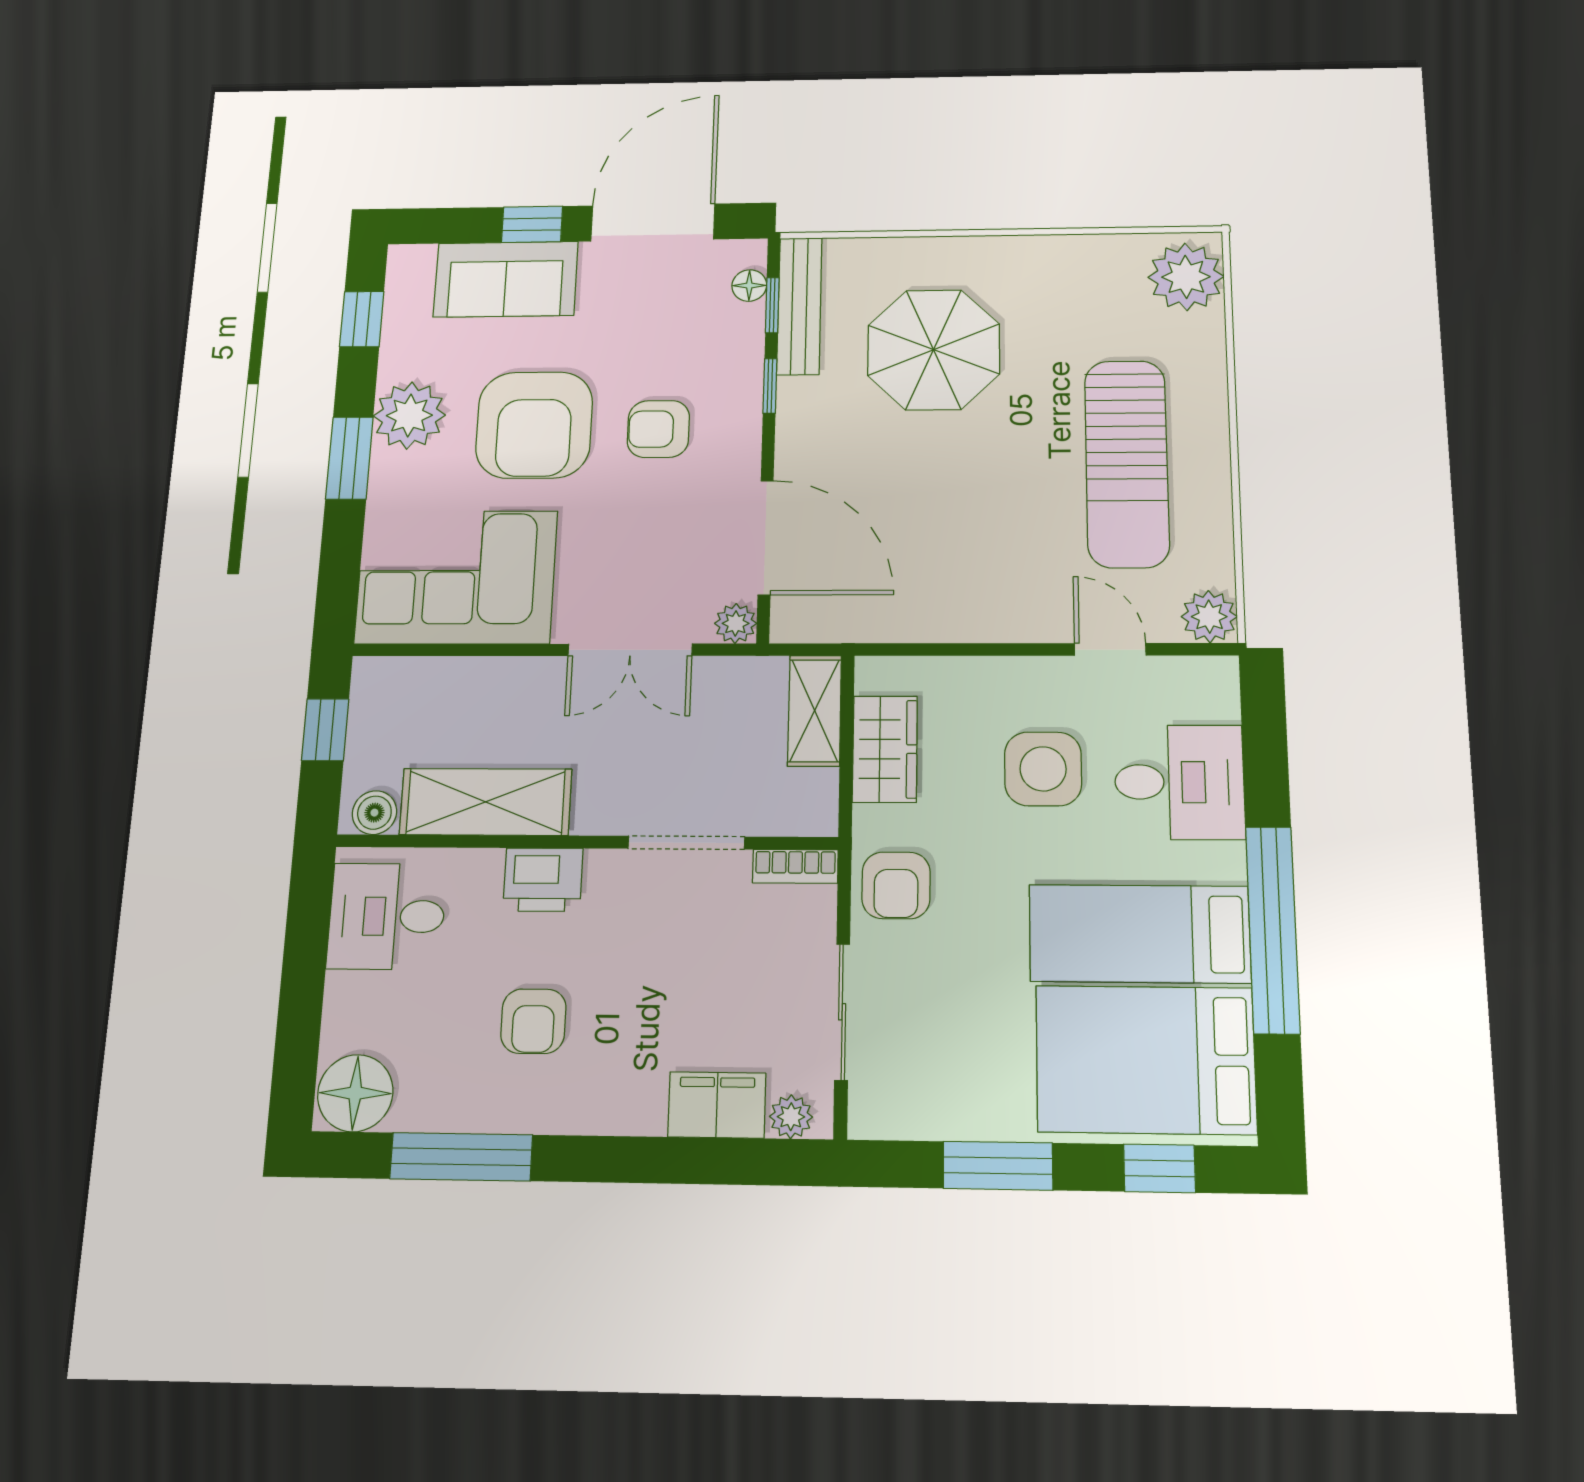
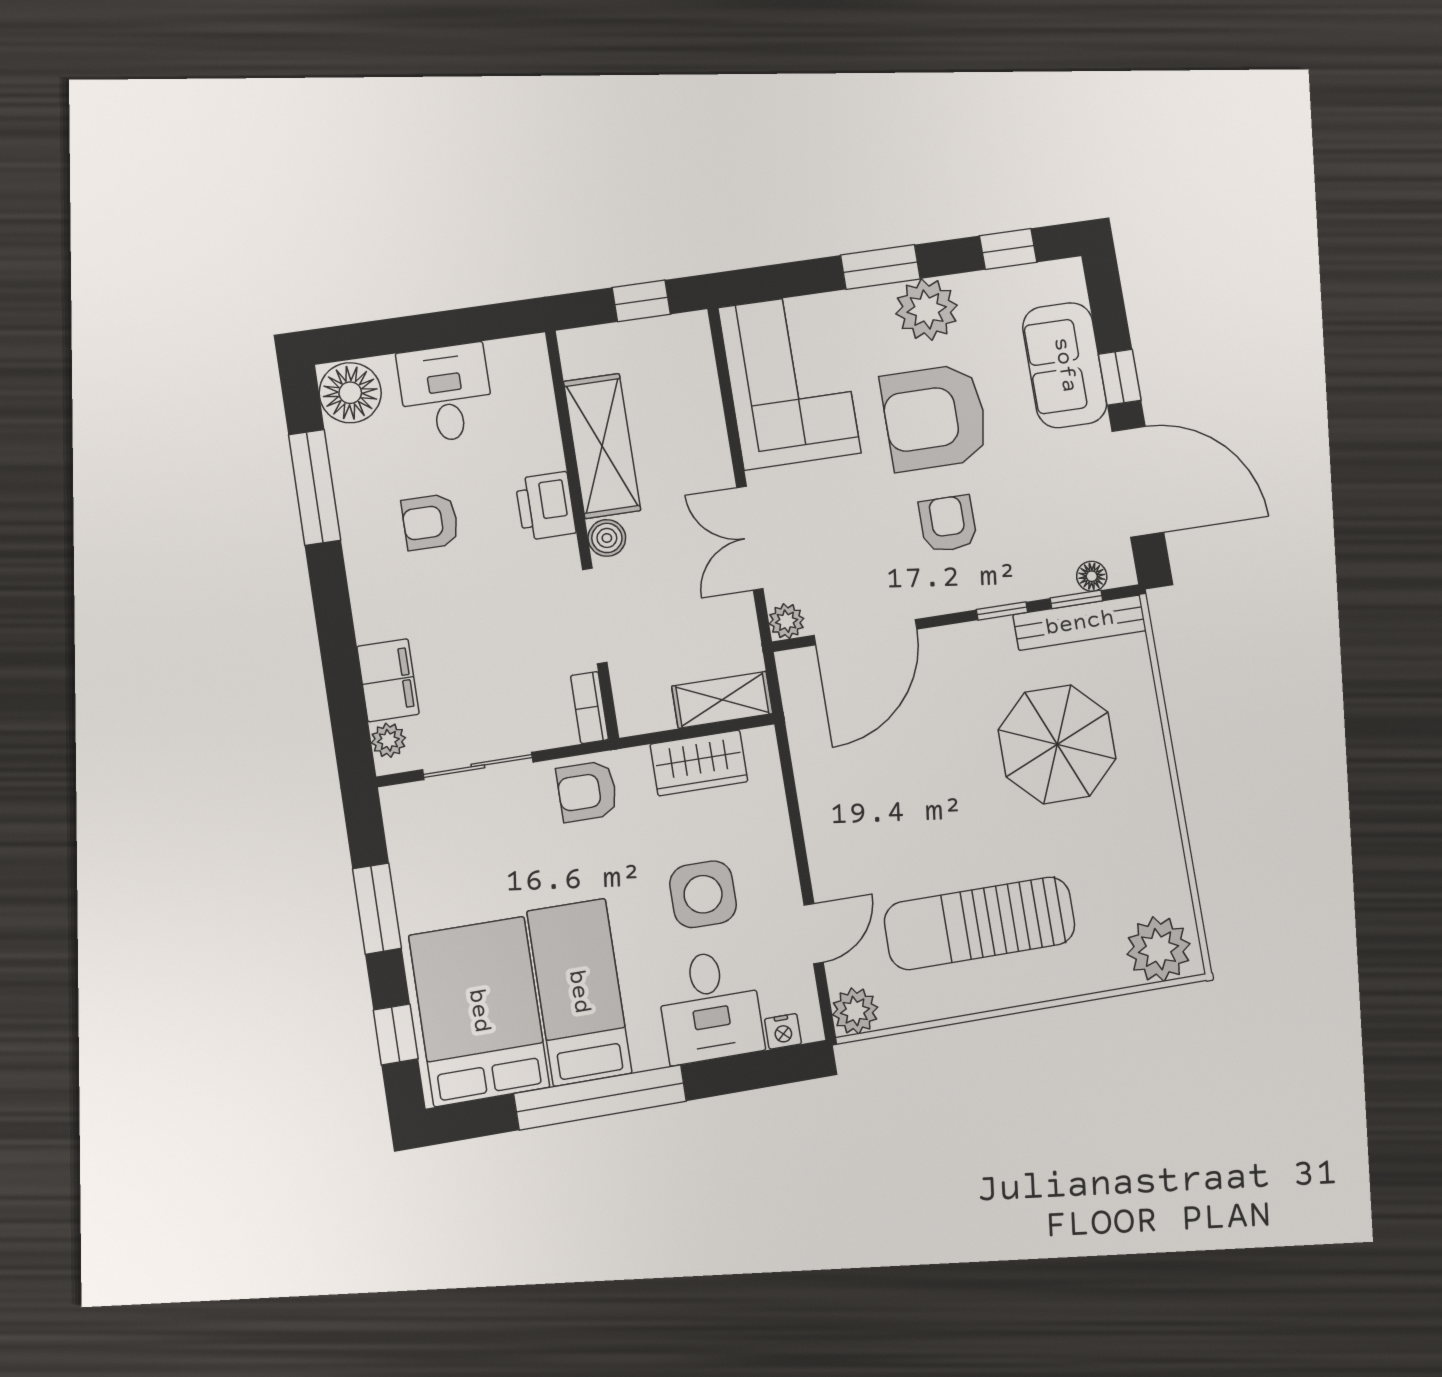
nightstand: (1222, 702) -> (783, 1031), added
boiler: (374, 813) -> (607, 538), moved
desk: (387, 916) -> (446, 393), moved

